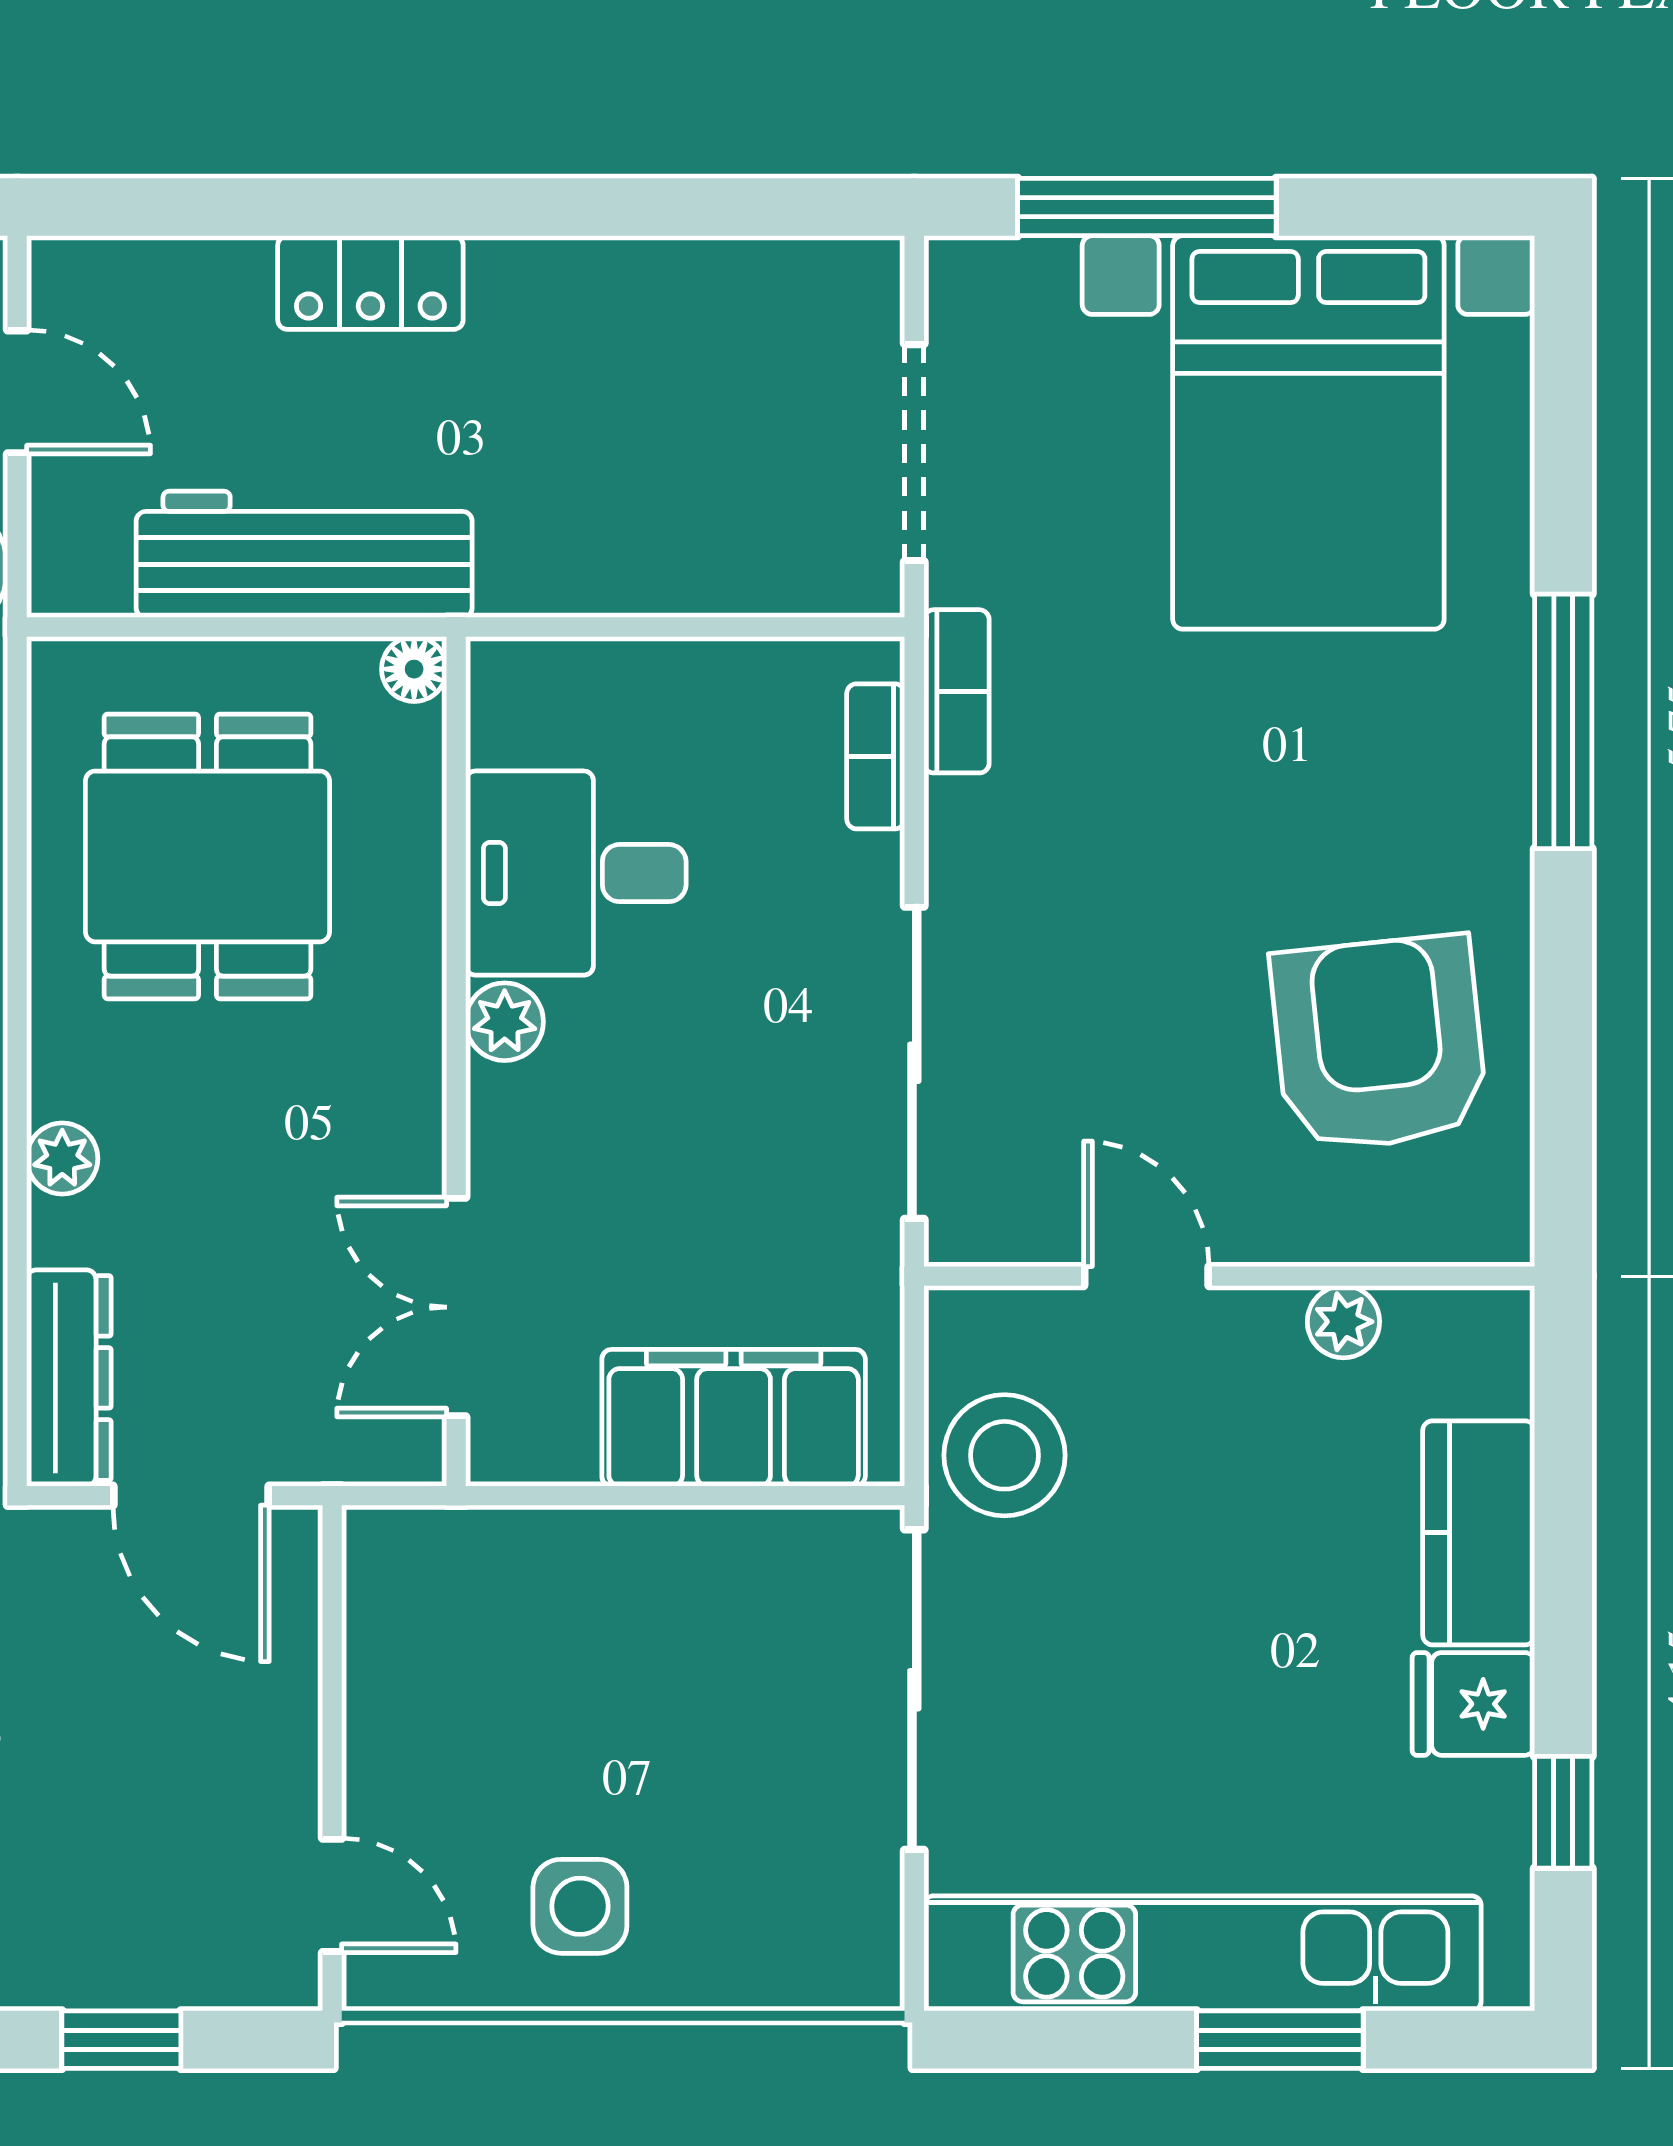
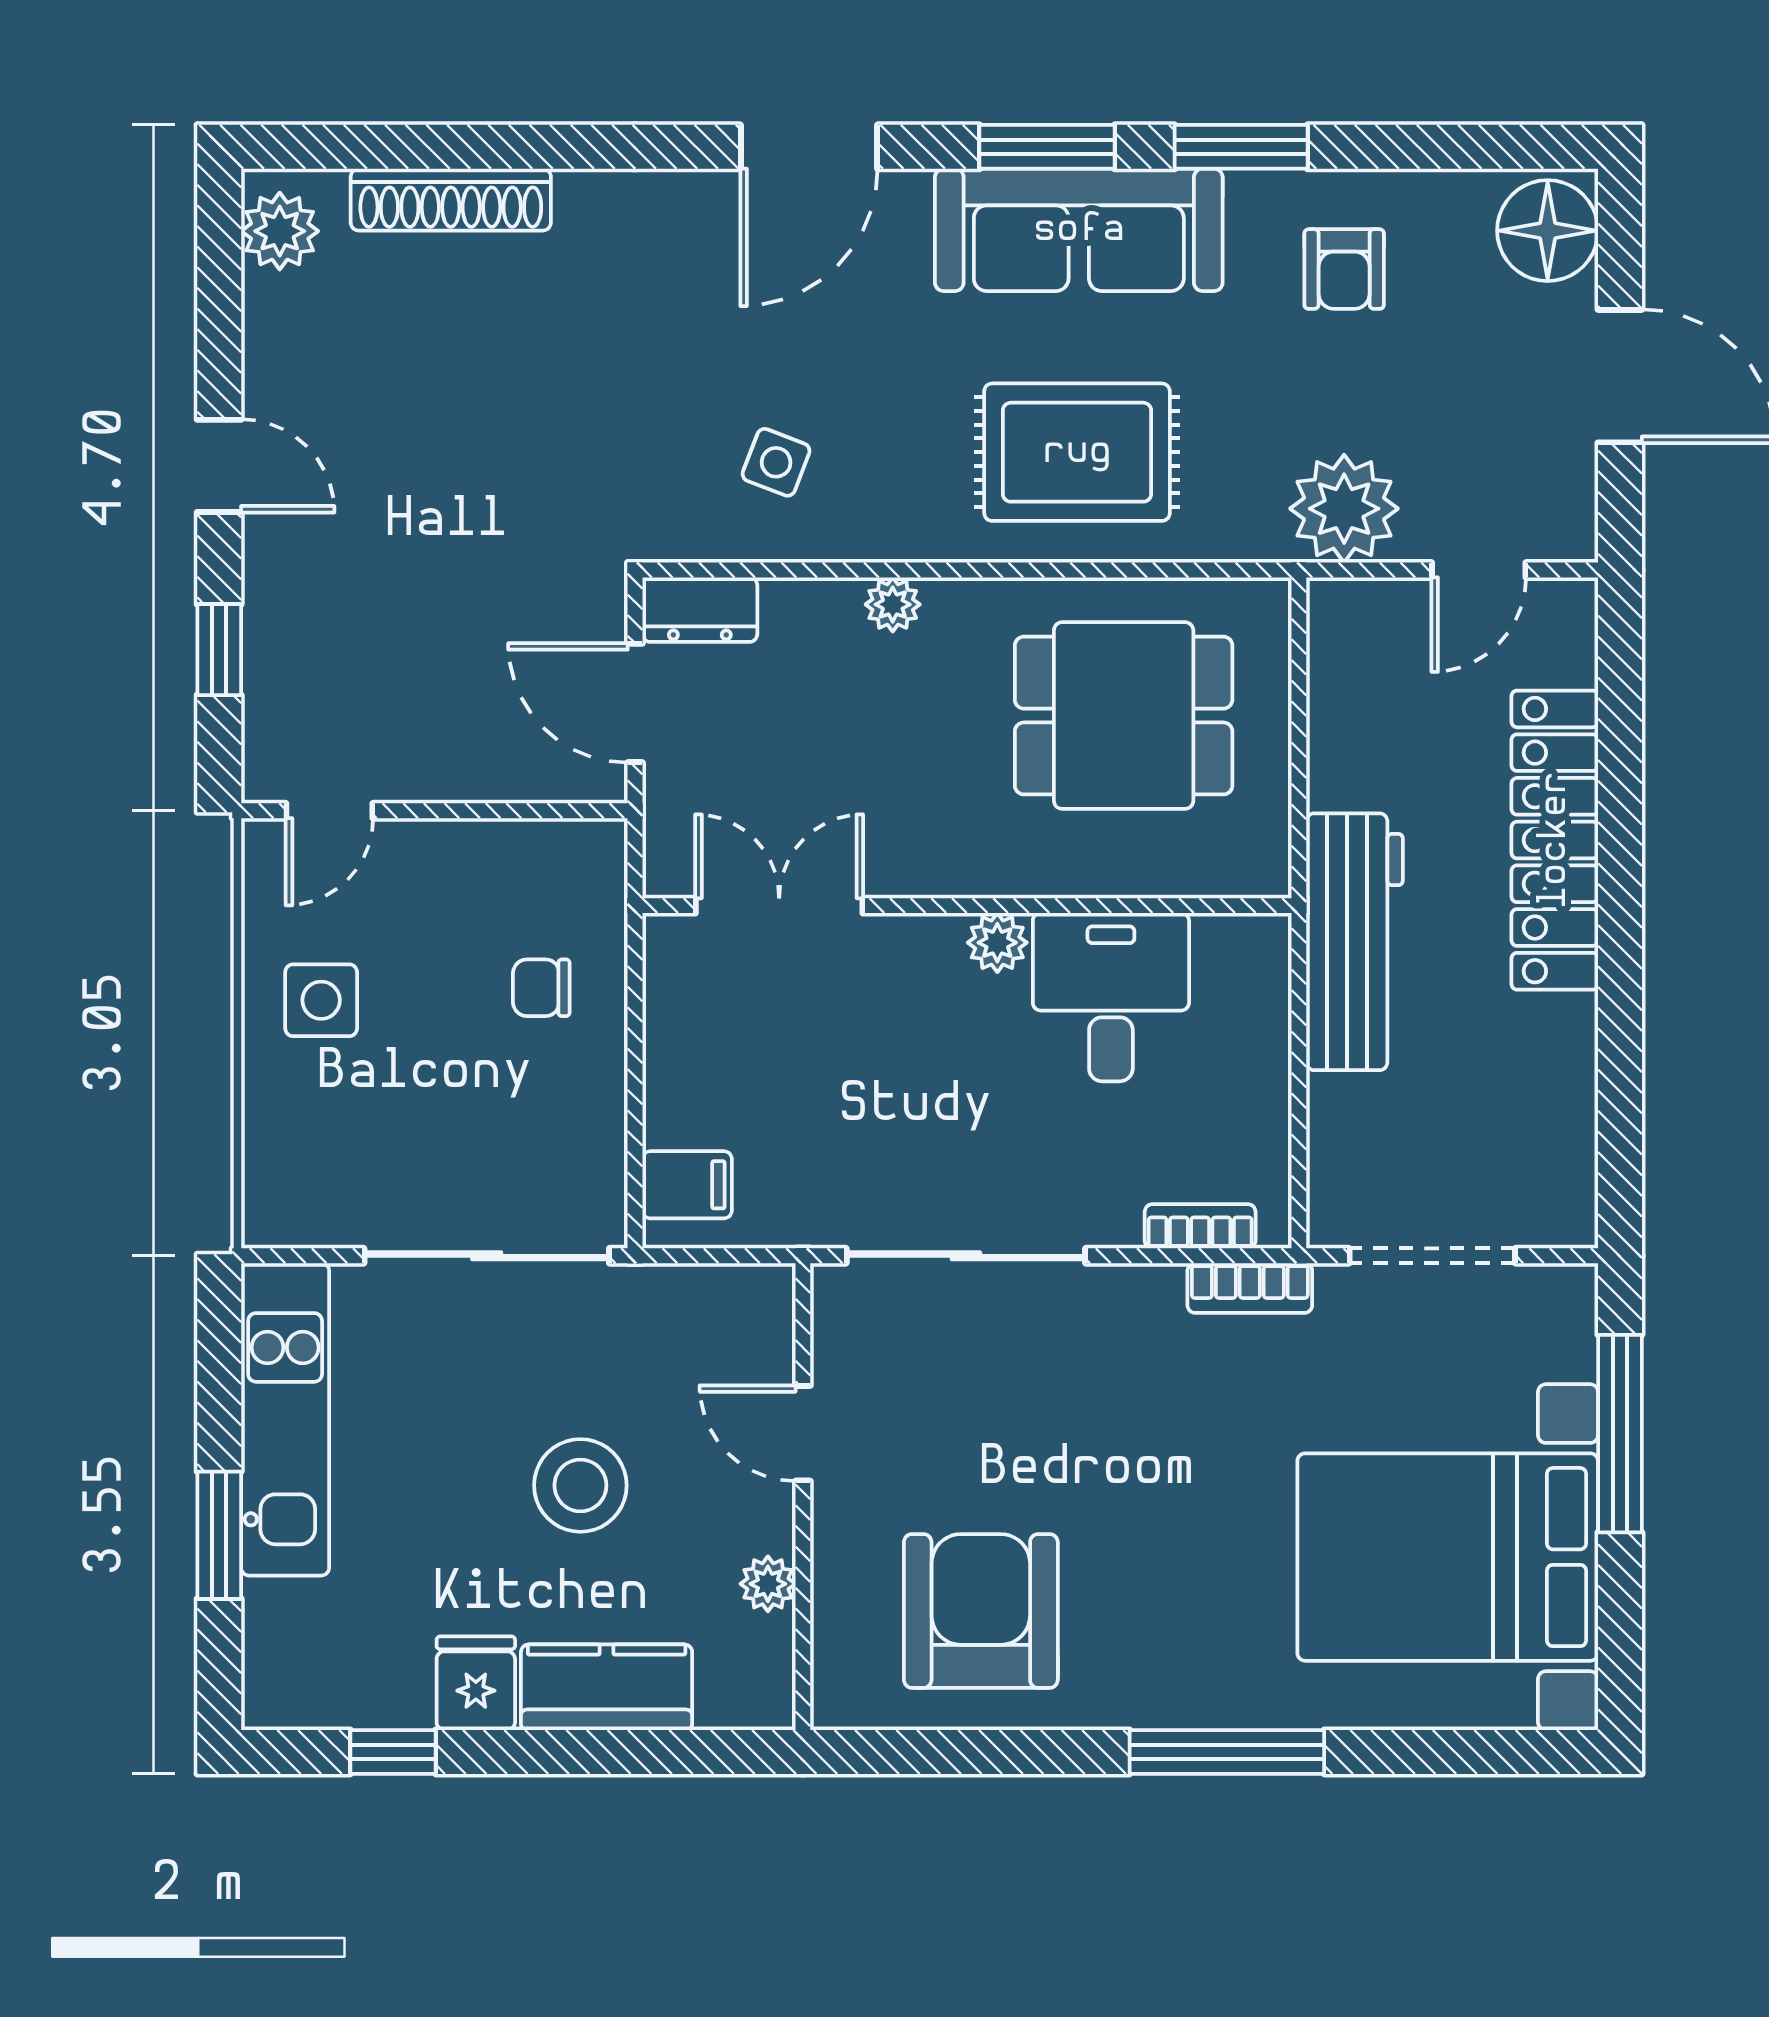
locker: (370, 283) -> (1555, 840), width x2.16, depth x1.21
workbench: (304, 554) -> (1355, 942), moved
floor lamp: (414, 669) -> (1267, 873), removed
armchair: (1379, 1043) -> (981, 1611), turned -84
door: (1146, 1276) -> (803, 1433), swing flipped
dresser: (69, 1378) -> (700, 610), width x0.70
filing cabinet: (734, 1418) -> (687, 1185), width x0.33, depth x0.86
stool: (1004, 1455) -> (580, 1485), moved
door: (191, 1496) -> (635, 703), hinge flipped
chair: (564, 1618) -> (541, 988), added
kitchen unit: (1203, 1953) -> (285, 1419), width x0.73

